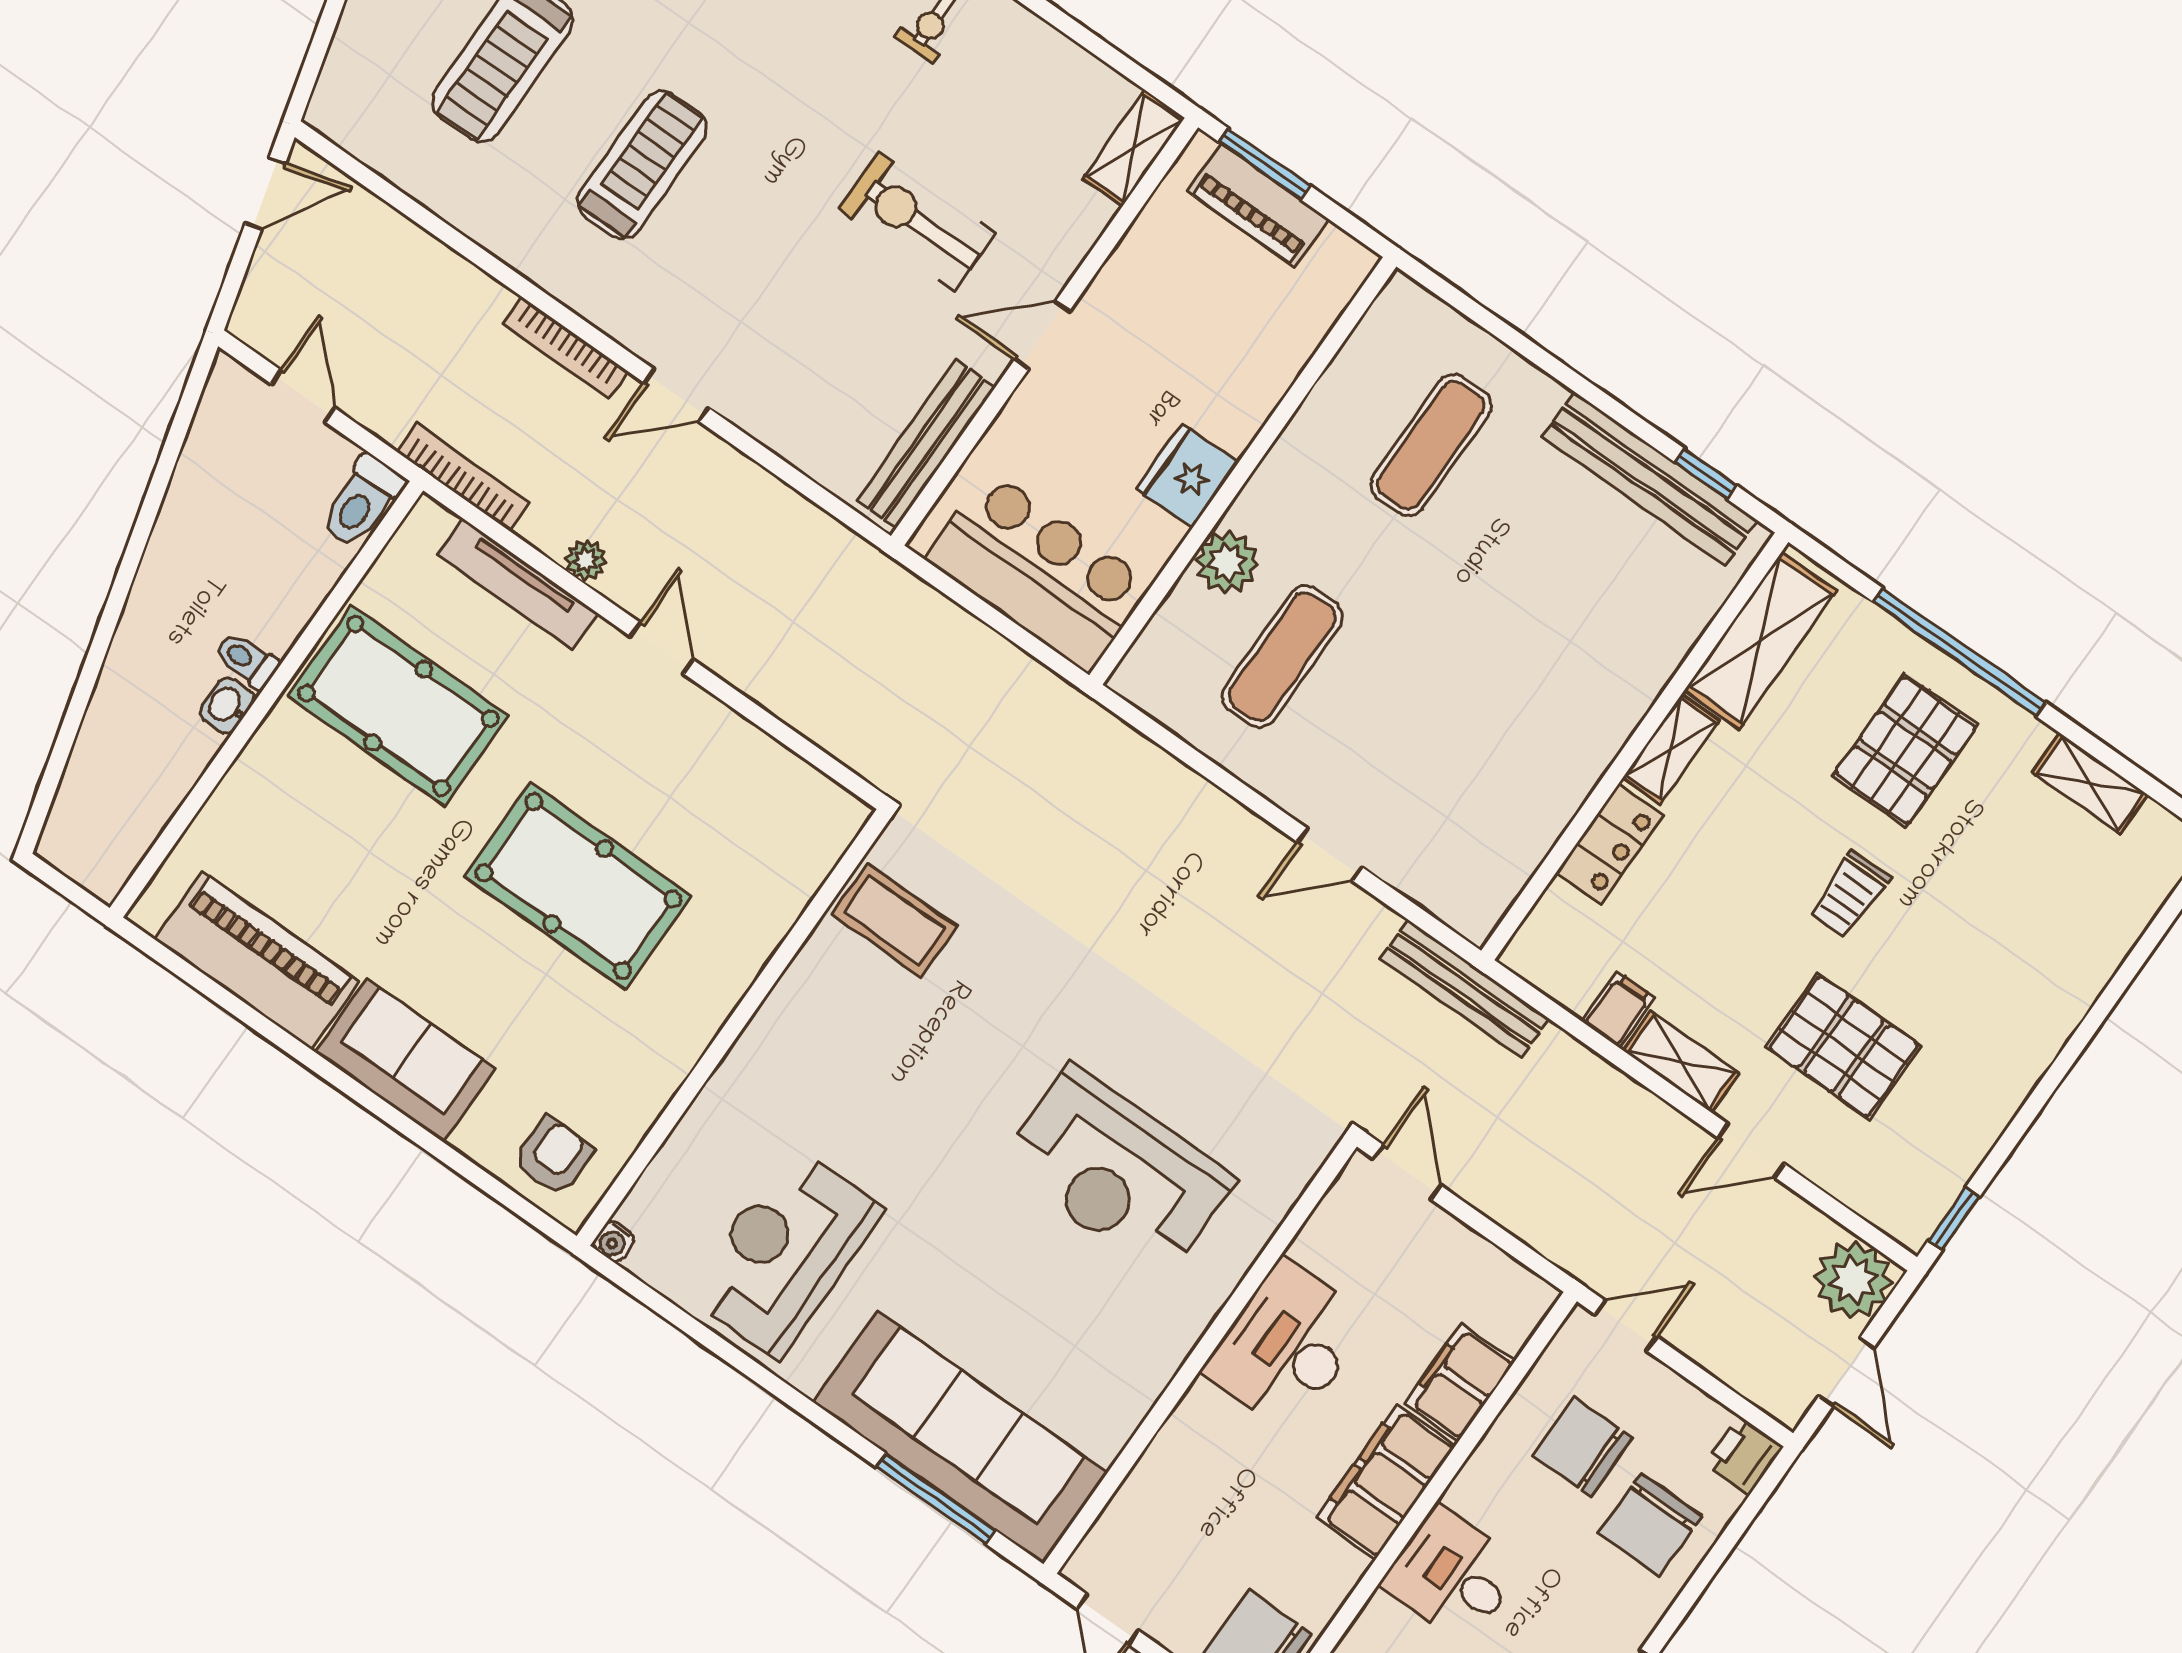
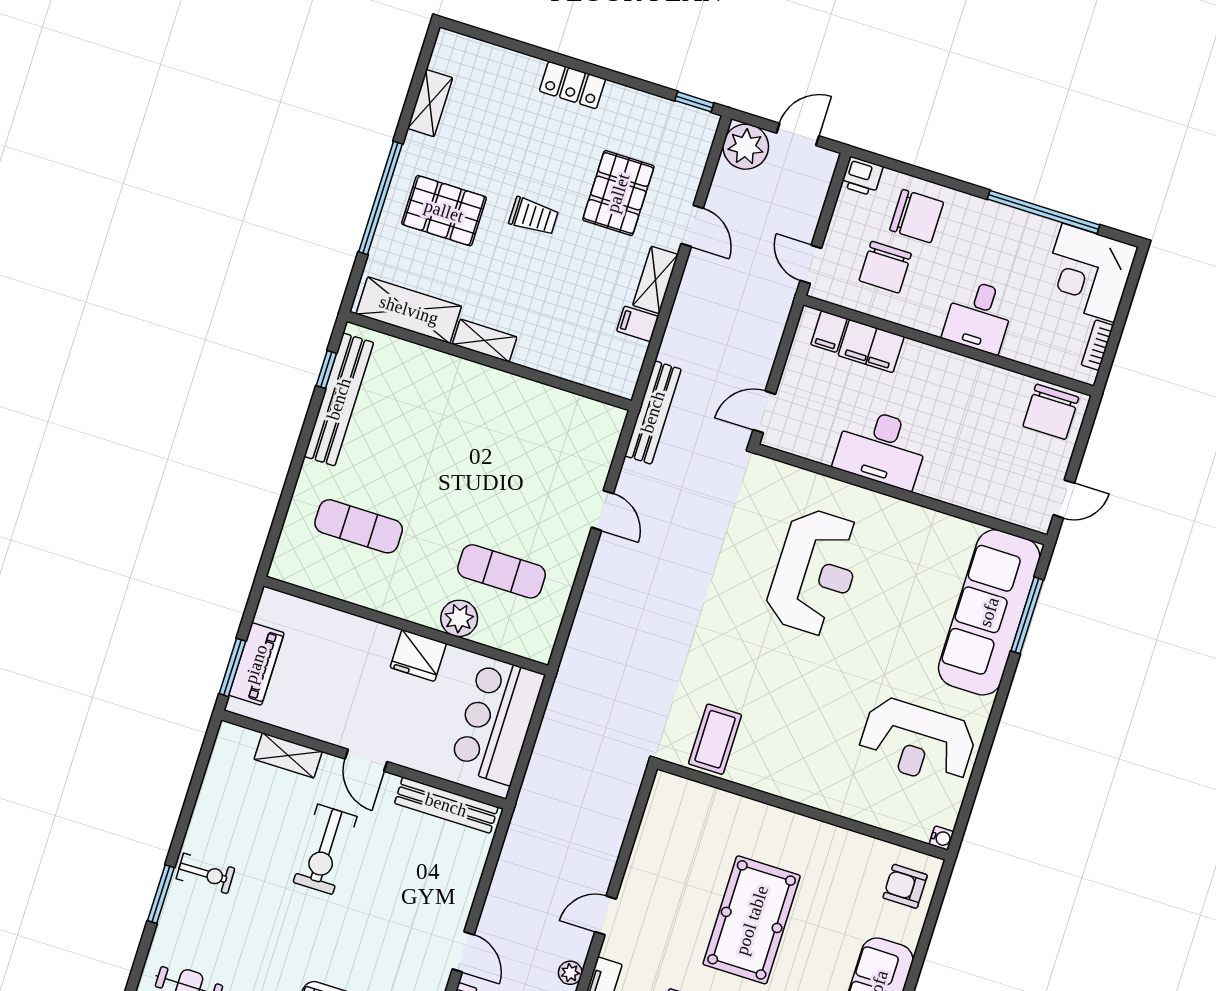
shelving: (1134, 148) -> (288, 755), moved
locker: (1610, 844) -> (572, 85), moved, turned 180
filing cabinet: (1386, 1482) -> (829, 332), moved, width x0.33, depth x0.86

